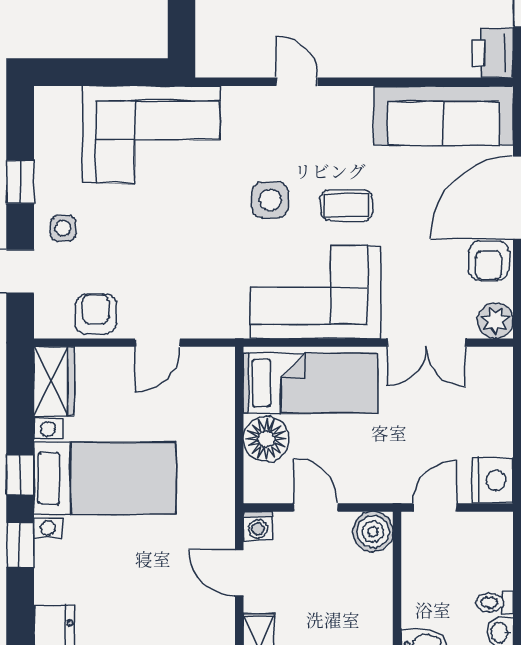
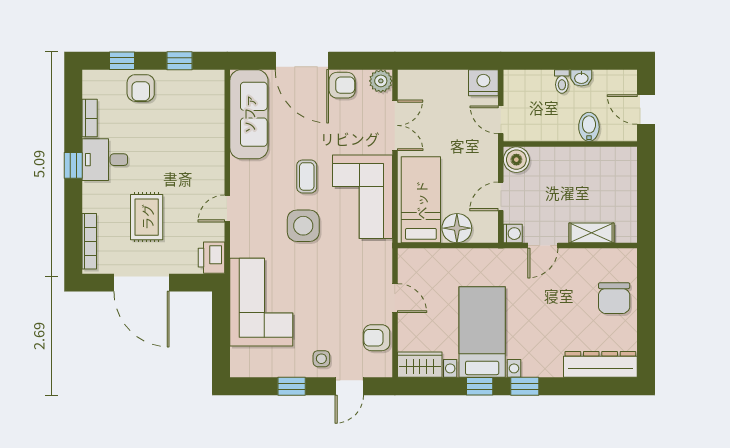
printer: (493, 53) -> (212, 258), moved, turned 90
side table: (270, 200) -> (303, 226), width x1.37, depth x1.37

